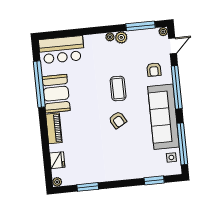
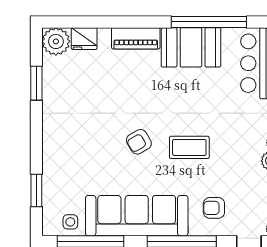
plant: (57, 182) -> (56, 41), width x1.87, depth x1.87

